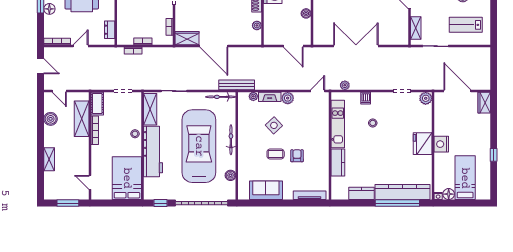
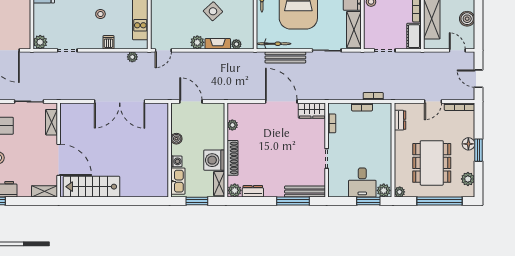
bench: (237, 85) -> (285, 57), moved

